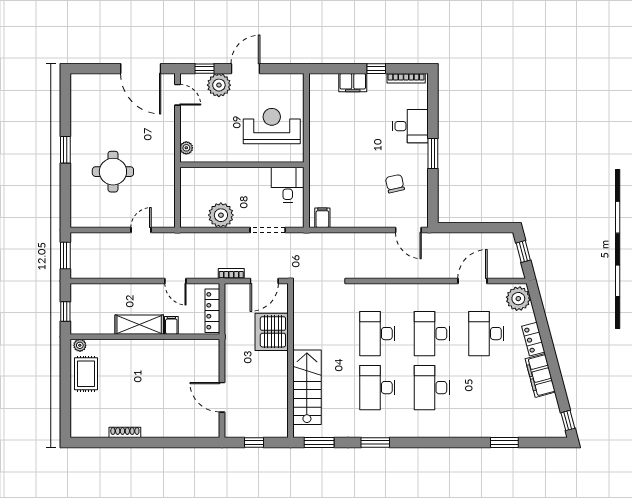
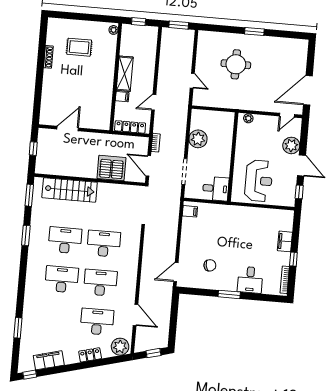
window: (205, 69) -> (299, 192), moved
rug: (86, 374) -> (79, 47), moved
filing cabinet: (540, 375) -> (49, 360), moved

